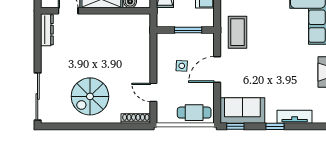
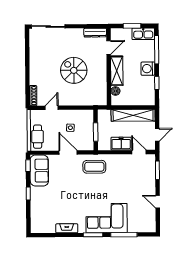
spiral stairs: (90, 96) -> (74, 70), moved
tv unit: (295, 117) -> (35, 207), removed

